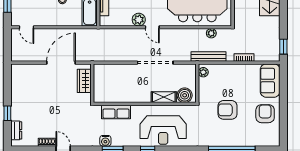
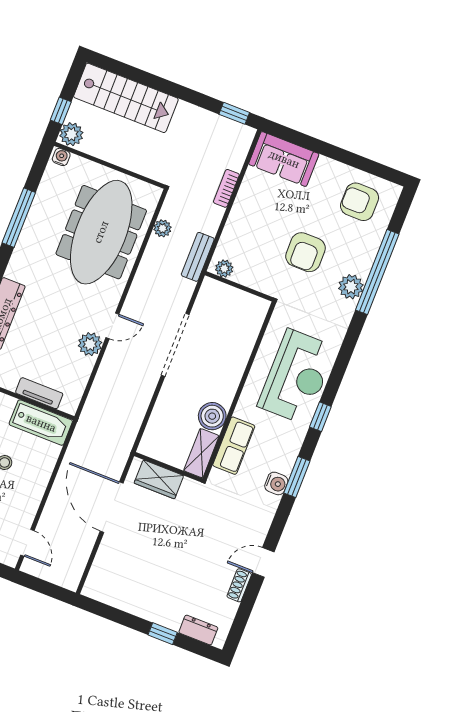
door: (26, 27) -> (27, 543), hinge flipped
bench: (209, 57) -> (198, 257), width x0.73
boiler: (185, 95) -> (212, 416), moved
shelving: (164, 97) -> (201, 453), moved
armchair: (265, 114) -> (360, 202), moved
plant: (219, 140) -> (351, 287), added

